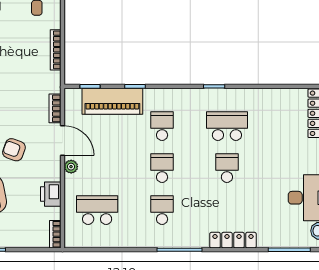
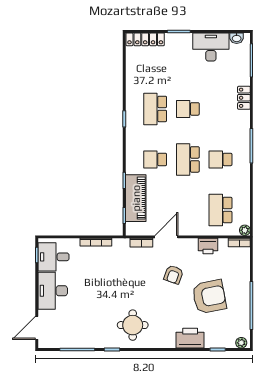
plant: (71, 167) -> (245, 230), moved
school desk: (162, 168) -> (188, 159), width x1.85
locker: (233, 240) -> (244, 98), width x0.66

